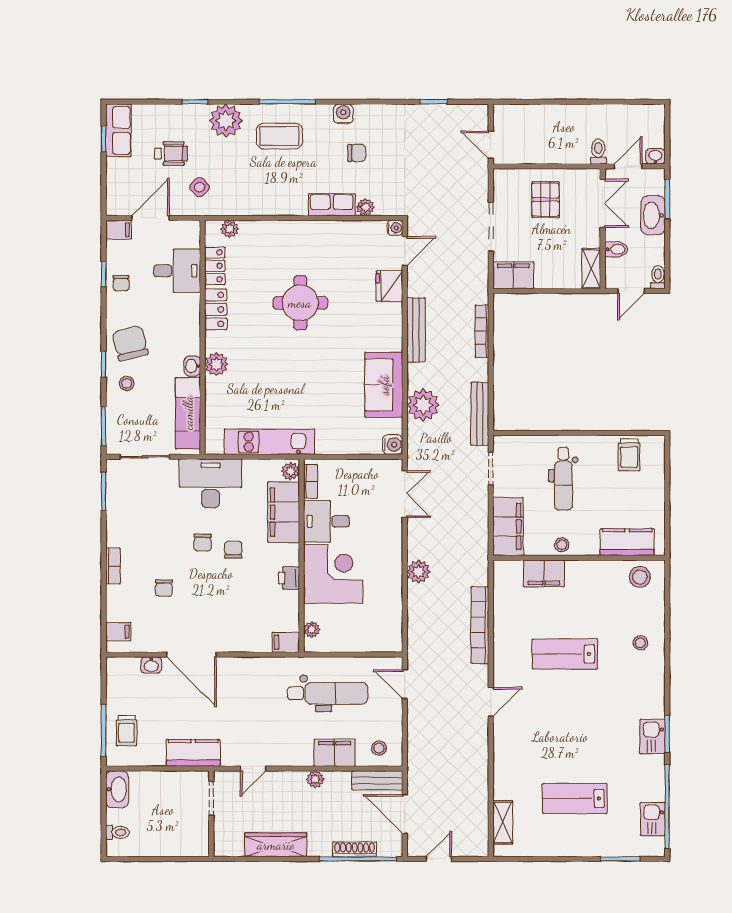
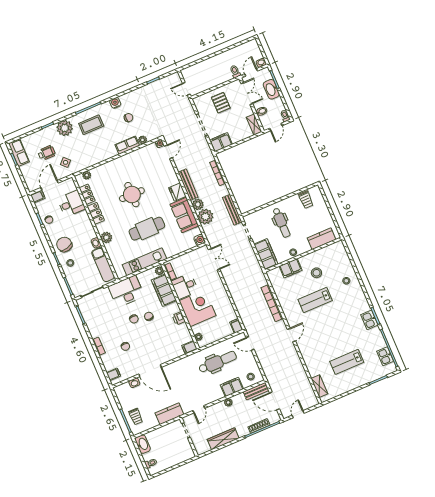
fridge: (389, 286) -> (177, 192), moved
cafe table: (301, 380) -> (147, 229), added
plant: (418, 572) -> (198, 204), moved
stool: (640, 577) -> (316, 273), moved
filing cabinet: (393, 639) -> (236, 326), added

